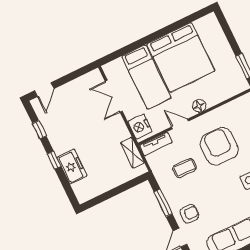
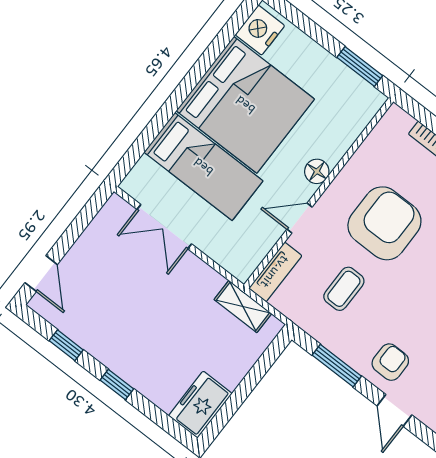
nightstand: (140, 127) -> (260, 30), moved, turned 90
armchair: (219, 146) -> (384, 223), turned 90
freezer: (72, 167) -> (200, 405), moved, turned -90

